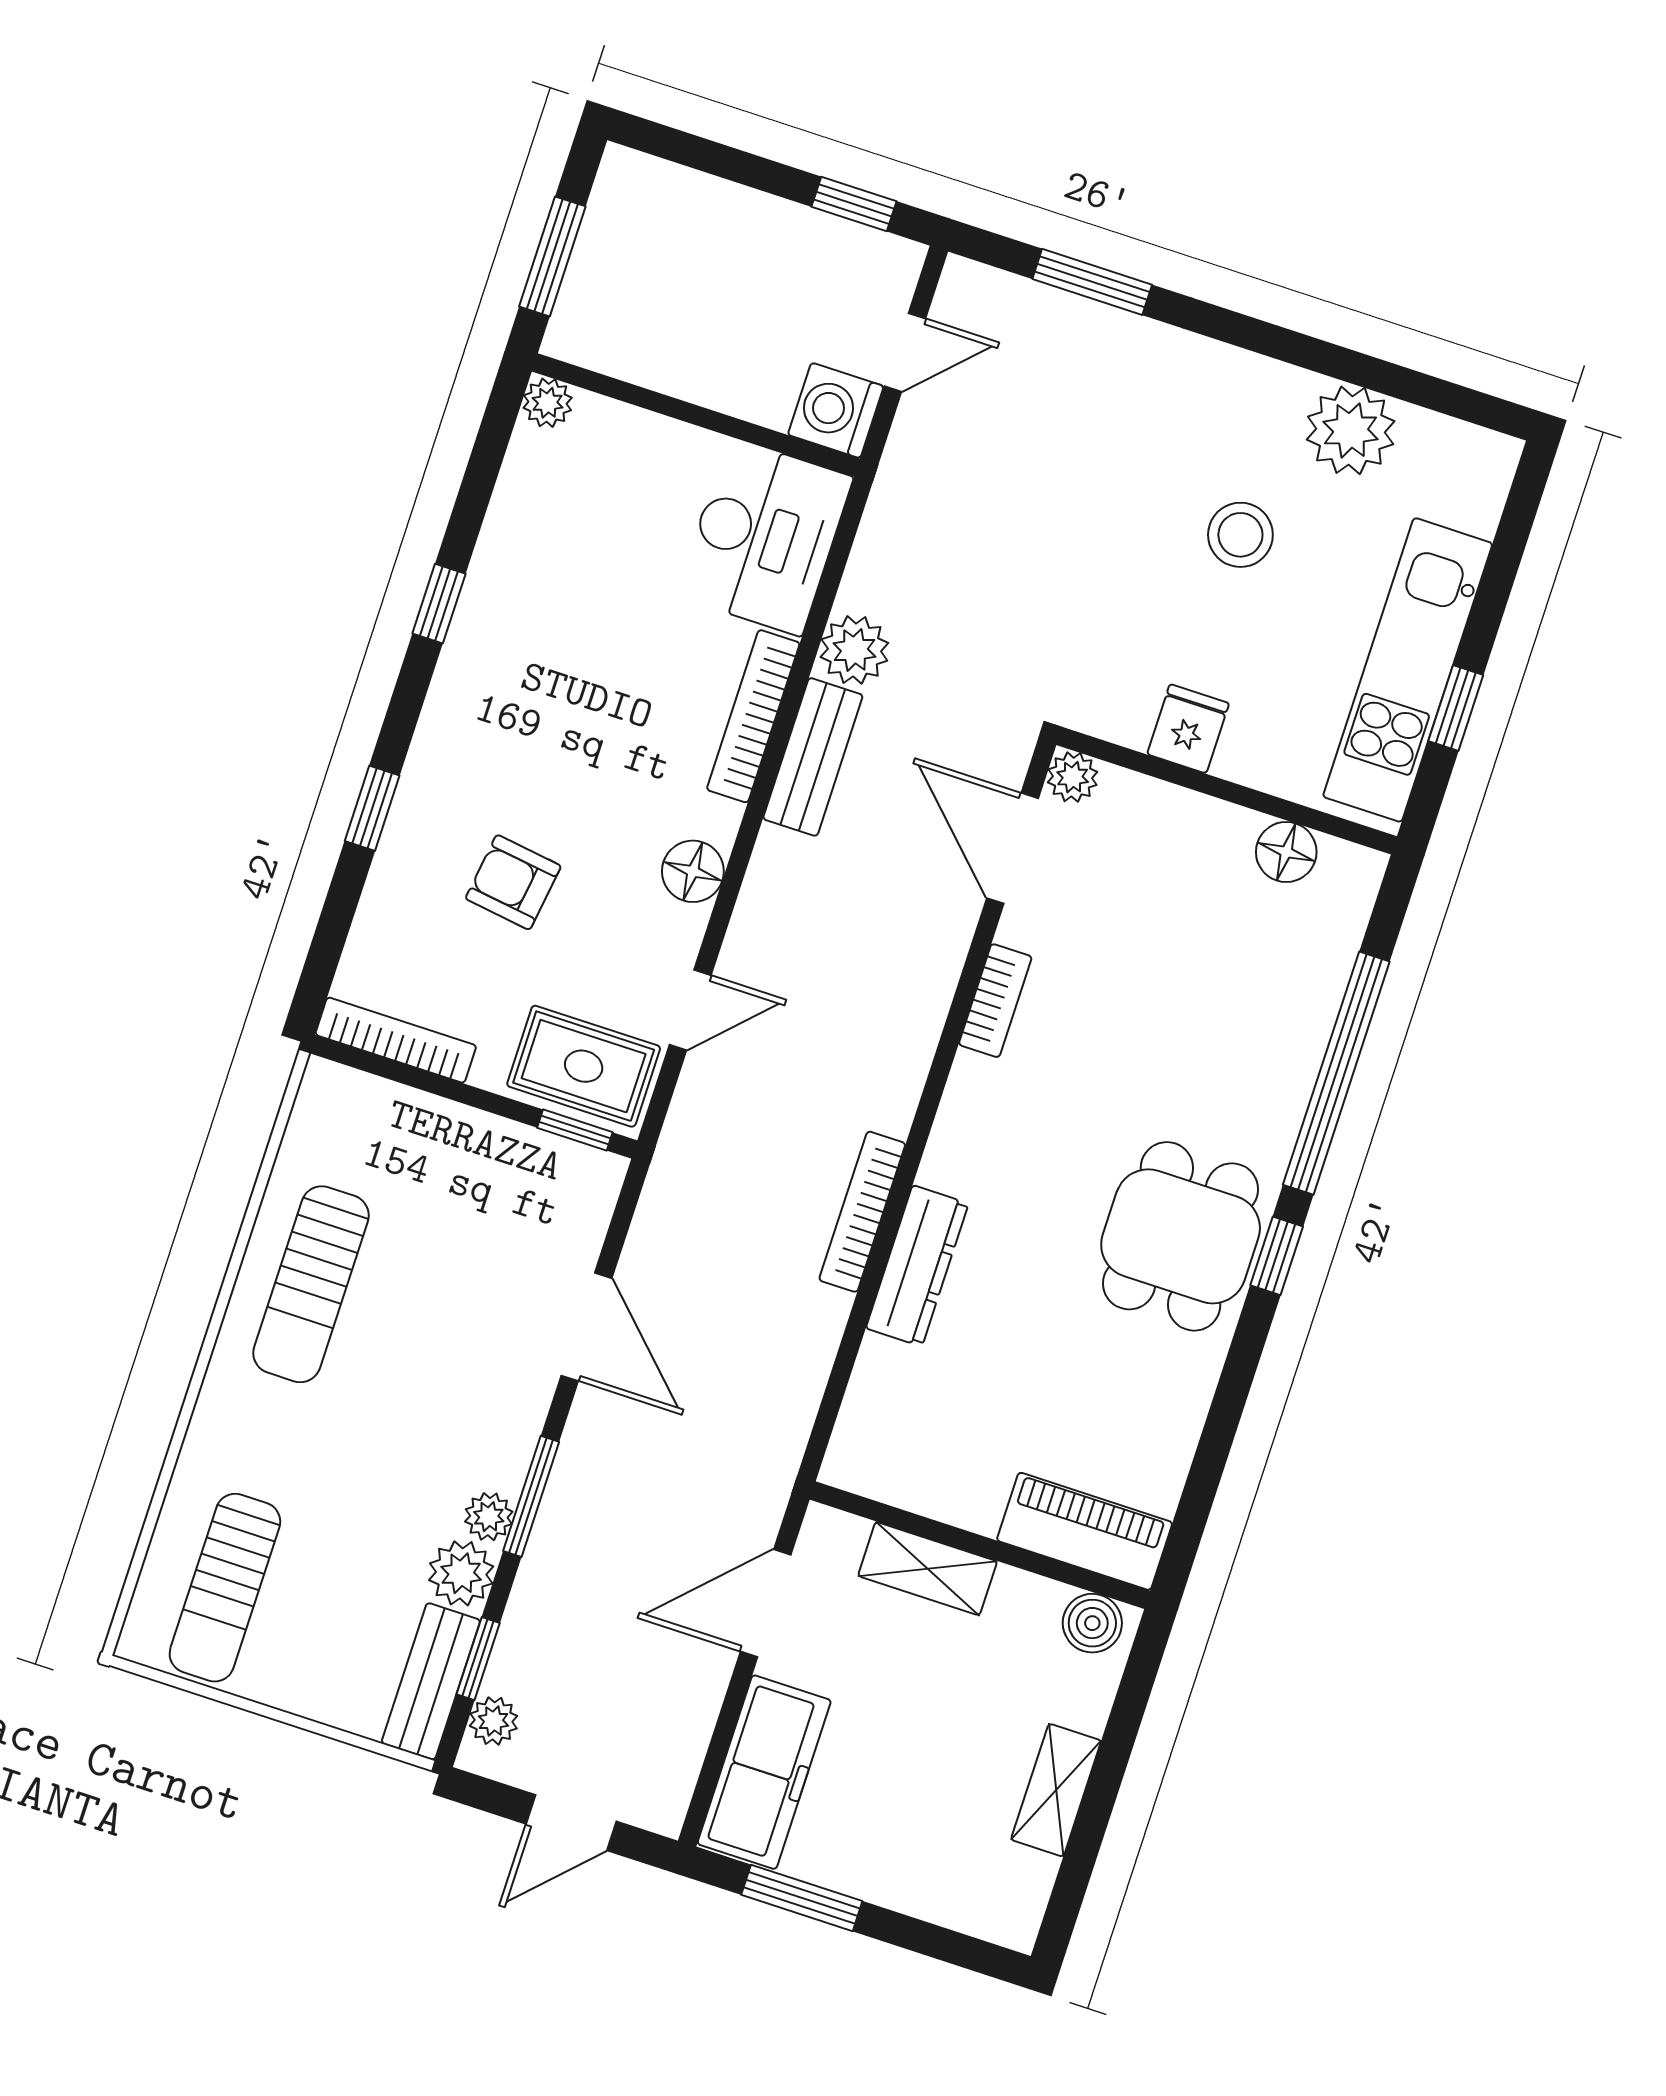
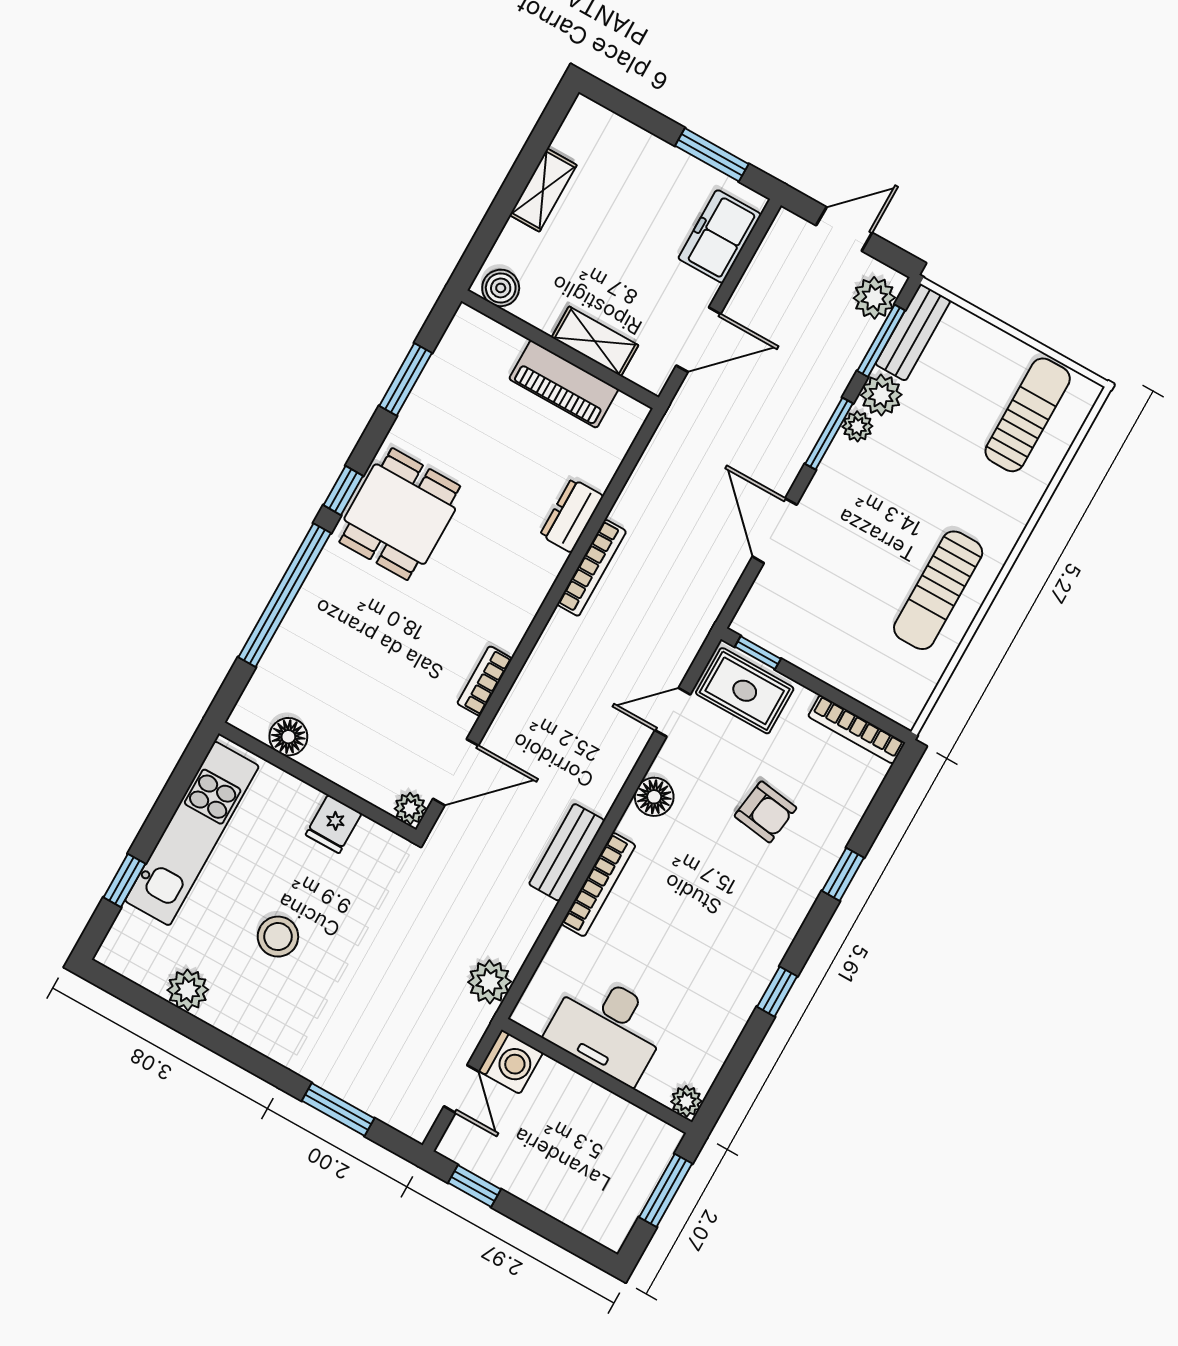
door: (905, 352) -> (461, 1089), swing flipped
plant: (1351, 430) -> (188, 990), width x0.73, depth x0.73
desk: (765, 537) -> (608, 1028), moved, turned -90
plant: (854, 650) -> (490, 982), moved
window: (1456, 708) -> (124, 880), moved
door: (1012, 848) -> (456, 772), hinge flipped
dresser: (917, 1266) -> (572, 515), width x0.70
sun lounger: (311, 1284) -> (938, 590), turned 180
window: (1213, 1450) -> (406, 379), added
piano: (1085, 1531) -> (564, 384), moved
window: (478, 1659) -> (881, 341), width x1.50
plant: (494, 1721) -> (874, 298), width x1.38, depth x1.38
freezer: (764, 1772) -> (720, 236), width x0.71

